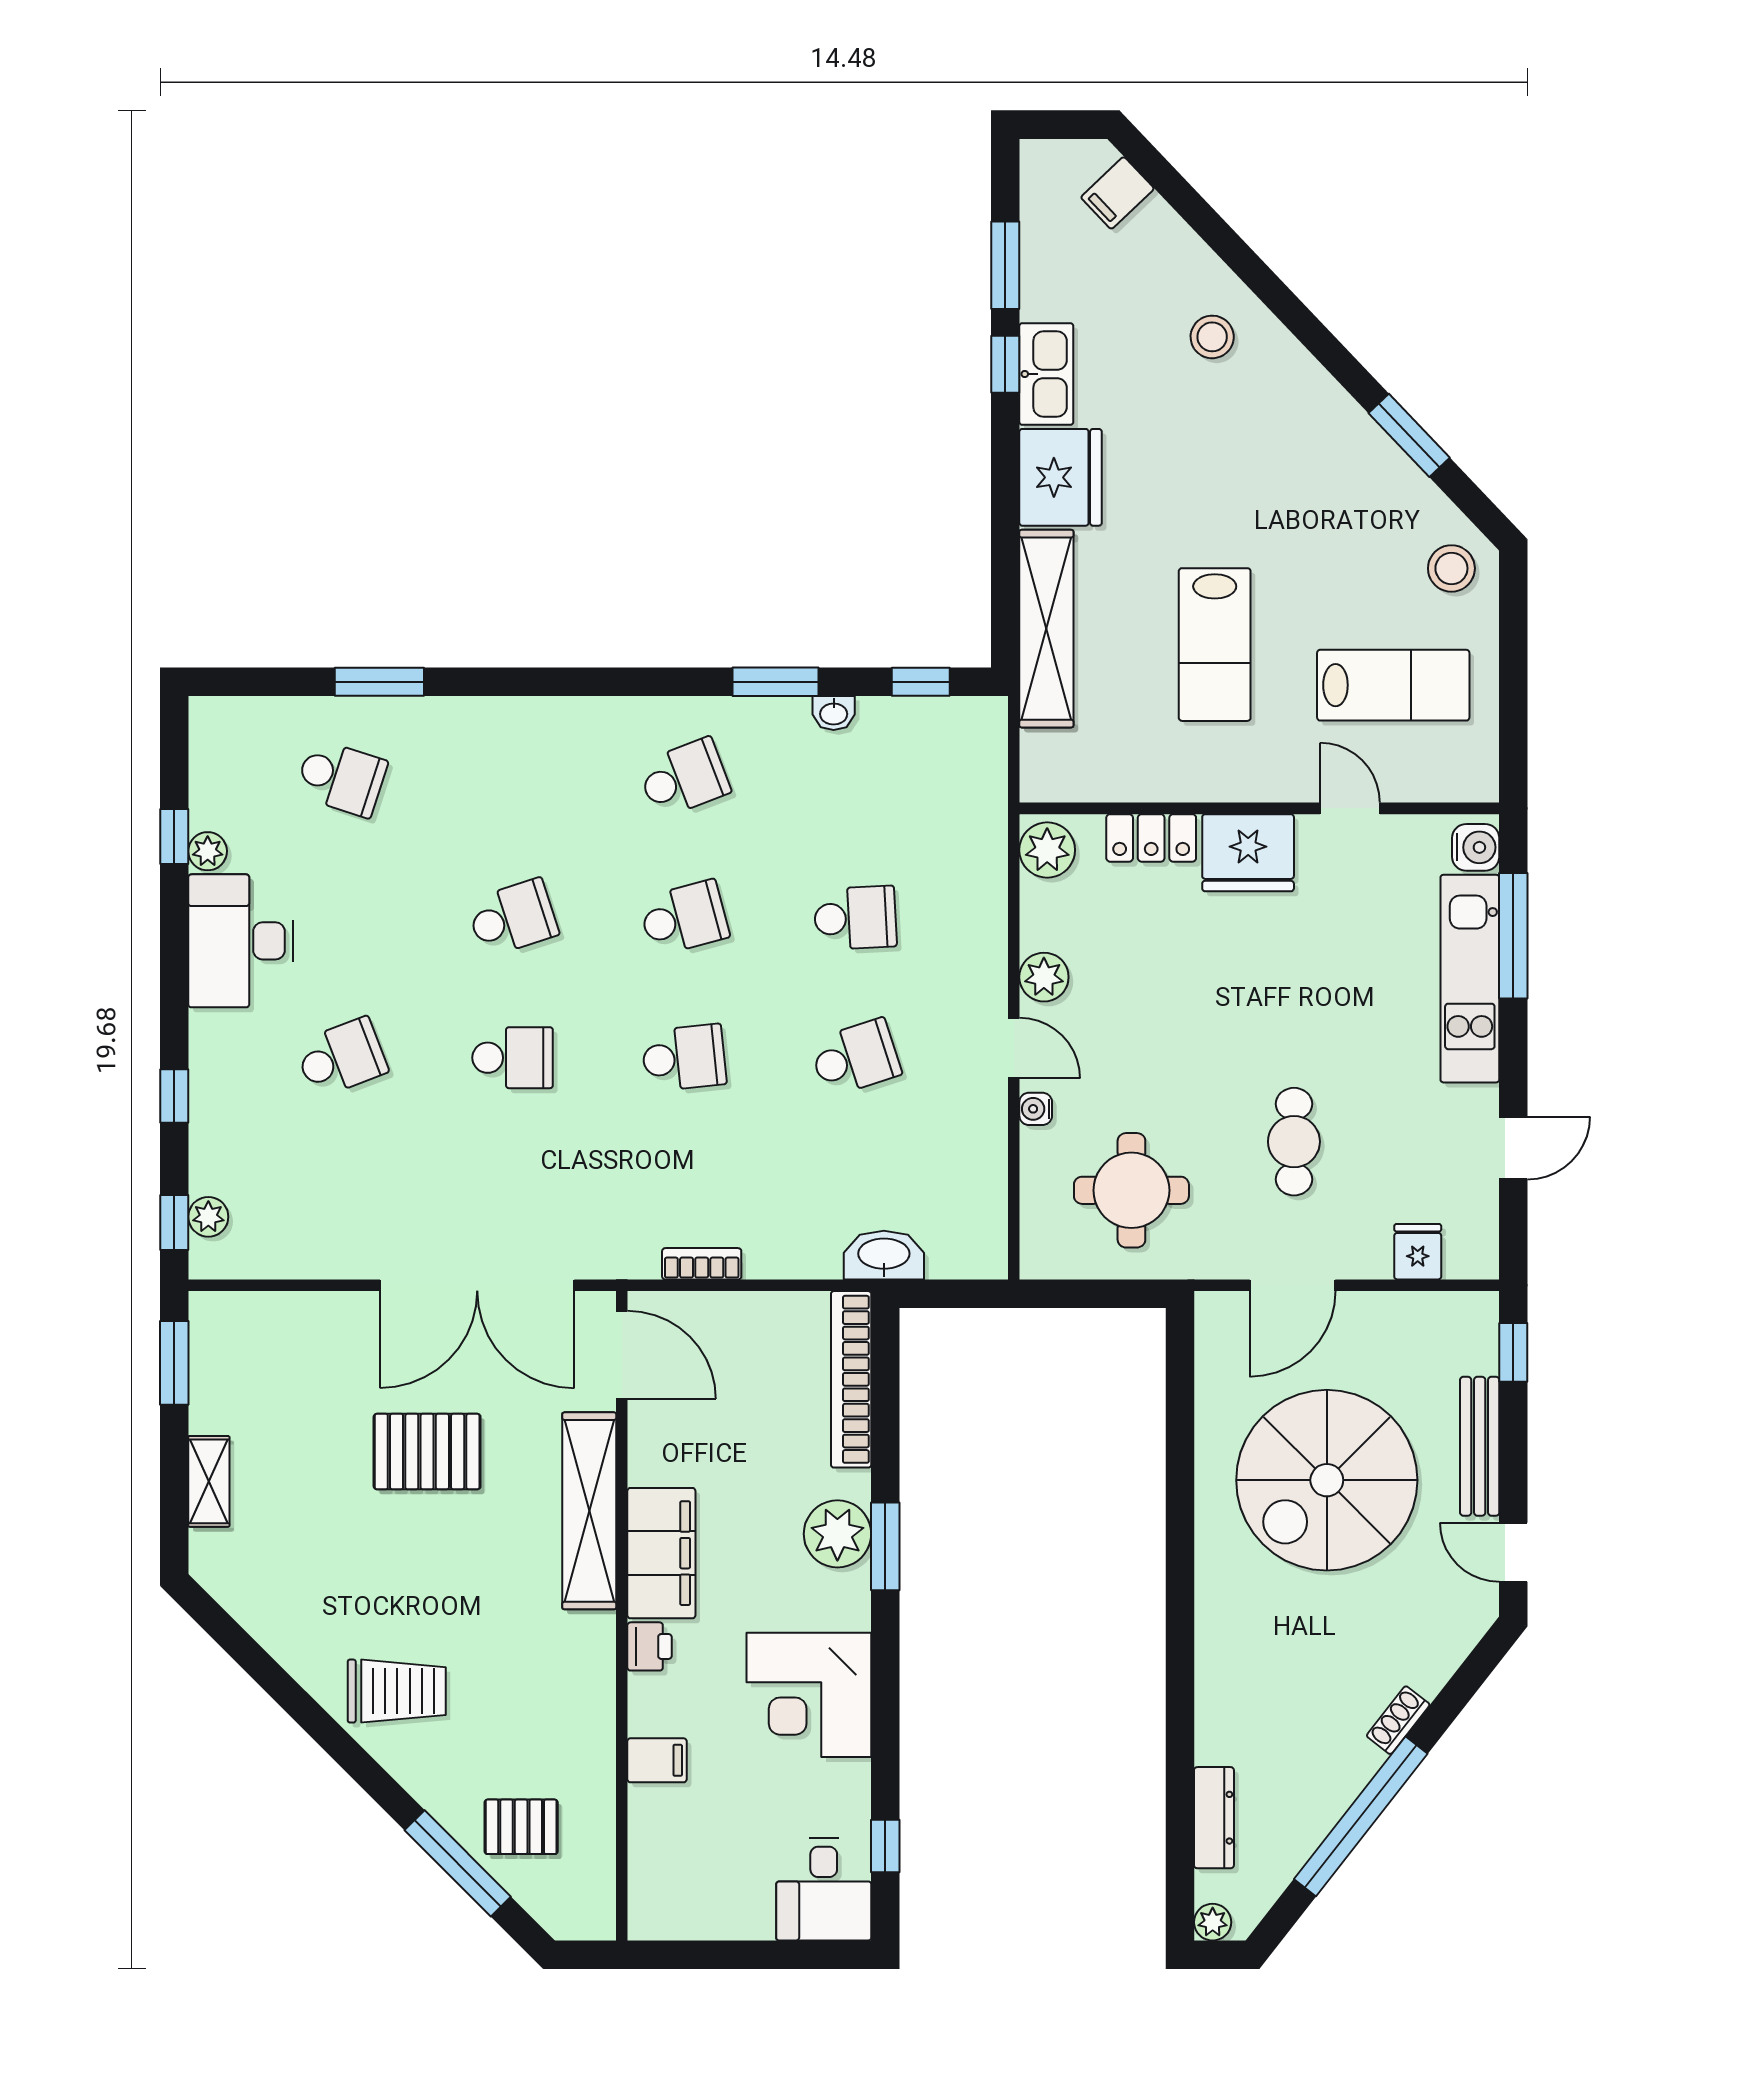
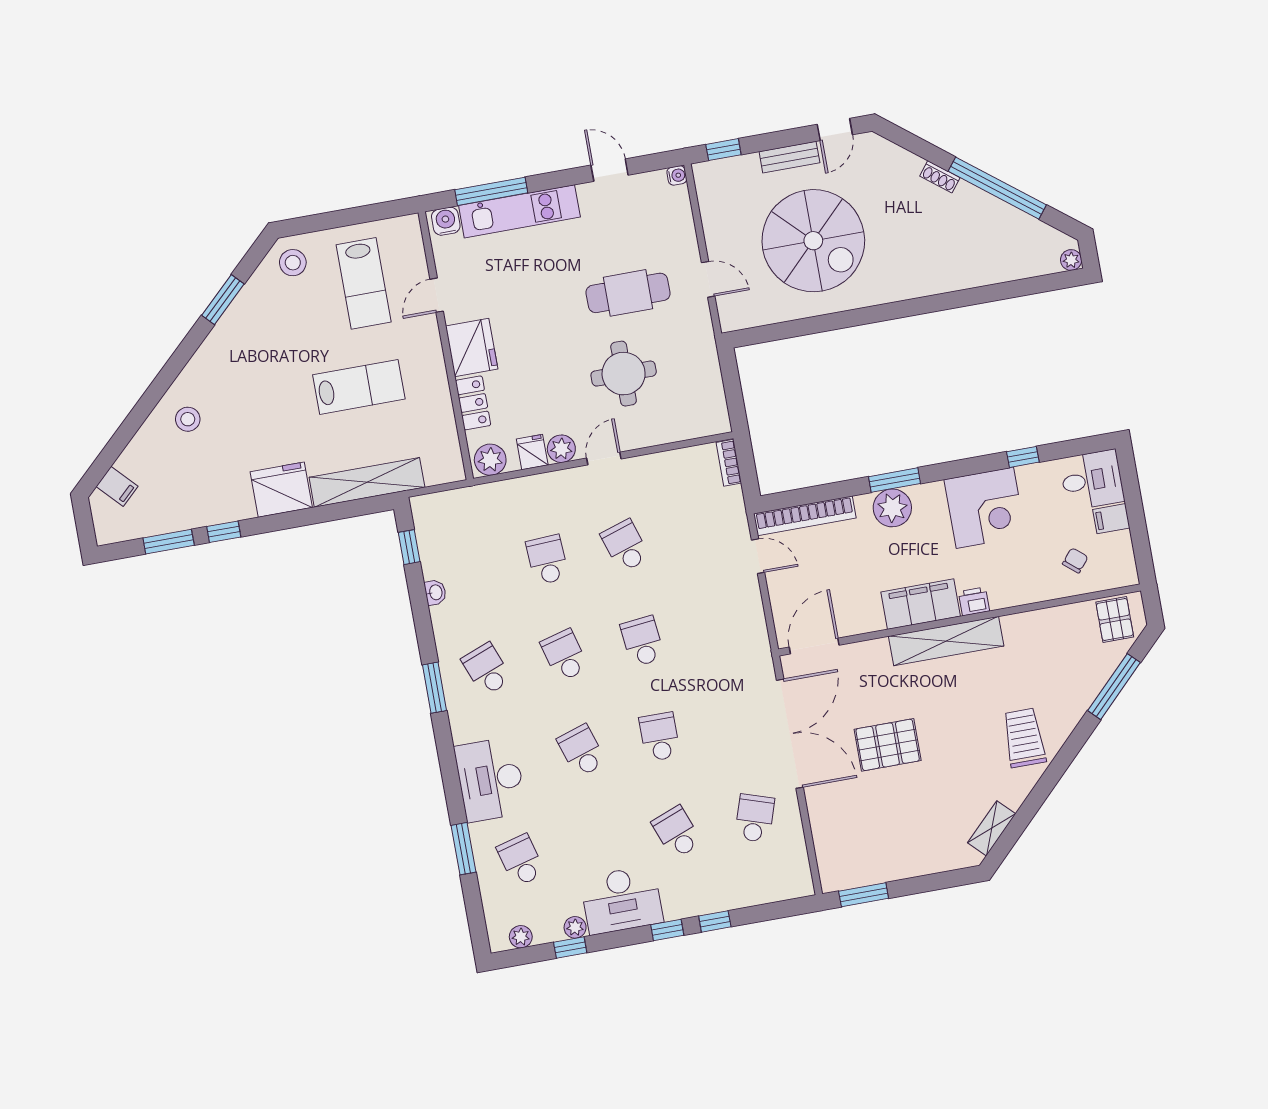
kitchen sink: (1046, 374) -> (225, 508), removed
window: (775, 682) -> (434, 688), moved
lab bench: (1393, 685) -> (364, 283), turned 180
desk: (491, 750) -> (490, 780), added
school desk: (341, 778) -> (521, 860), turned -33
water cooler: (1036, 1109) -> (677, 175), moved, turned -90
cafe table: (1294, 1142) -> (628, 293), width x1.37, depth x1.35
round table: (1131, 1190) -> (624, 374), moved
school desk: (341, 1198) -> (755, 818), added
plant: (208, 1217) -> (521, 937), moved
window: (174, 1223) -> (667, 930), moved
fridge: (1418, 1252) -> (532, 452), moved, turned 90
washbasin: (884, 1255) -> (732, 510), removed
bookcase: (702, 1264) -> (729, 463), moved
door: (796, 1285) -> (758, 556), added
door: (1293, 1285) -> (708, 279), width x0.73
bench: (1480, 1446) -> (789, 157), width x0.73
pallet: (427, 1452) -> (888, 745), turned 90
shelving: (209, 1481) -> (992, 828), moved, turned -45
shelving: (589, 1511) -> (946, 641), moved
filing cabinet: (657, 1760) -> (1111, 519), moved, turned -90
dresser: (1214, 1818) -> (1013, 270), removed
pallet: (521, 1827) -> (1115, 620), moved
chair: (689, 1835) -> (1075, 560), added
window: (885, 1846) -> (1023, 457), moved

